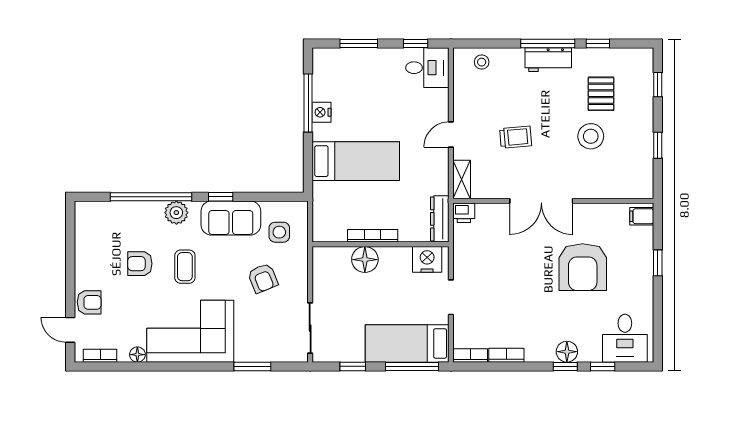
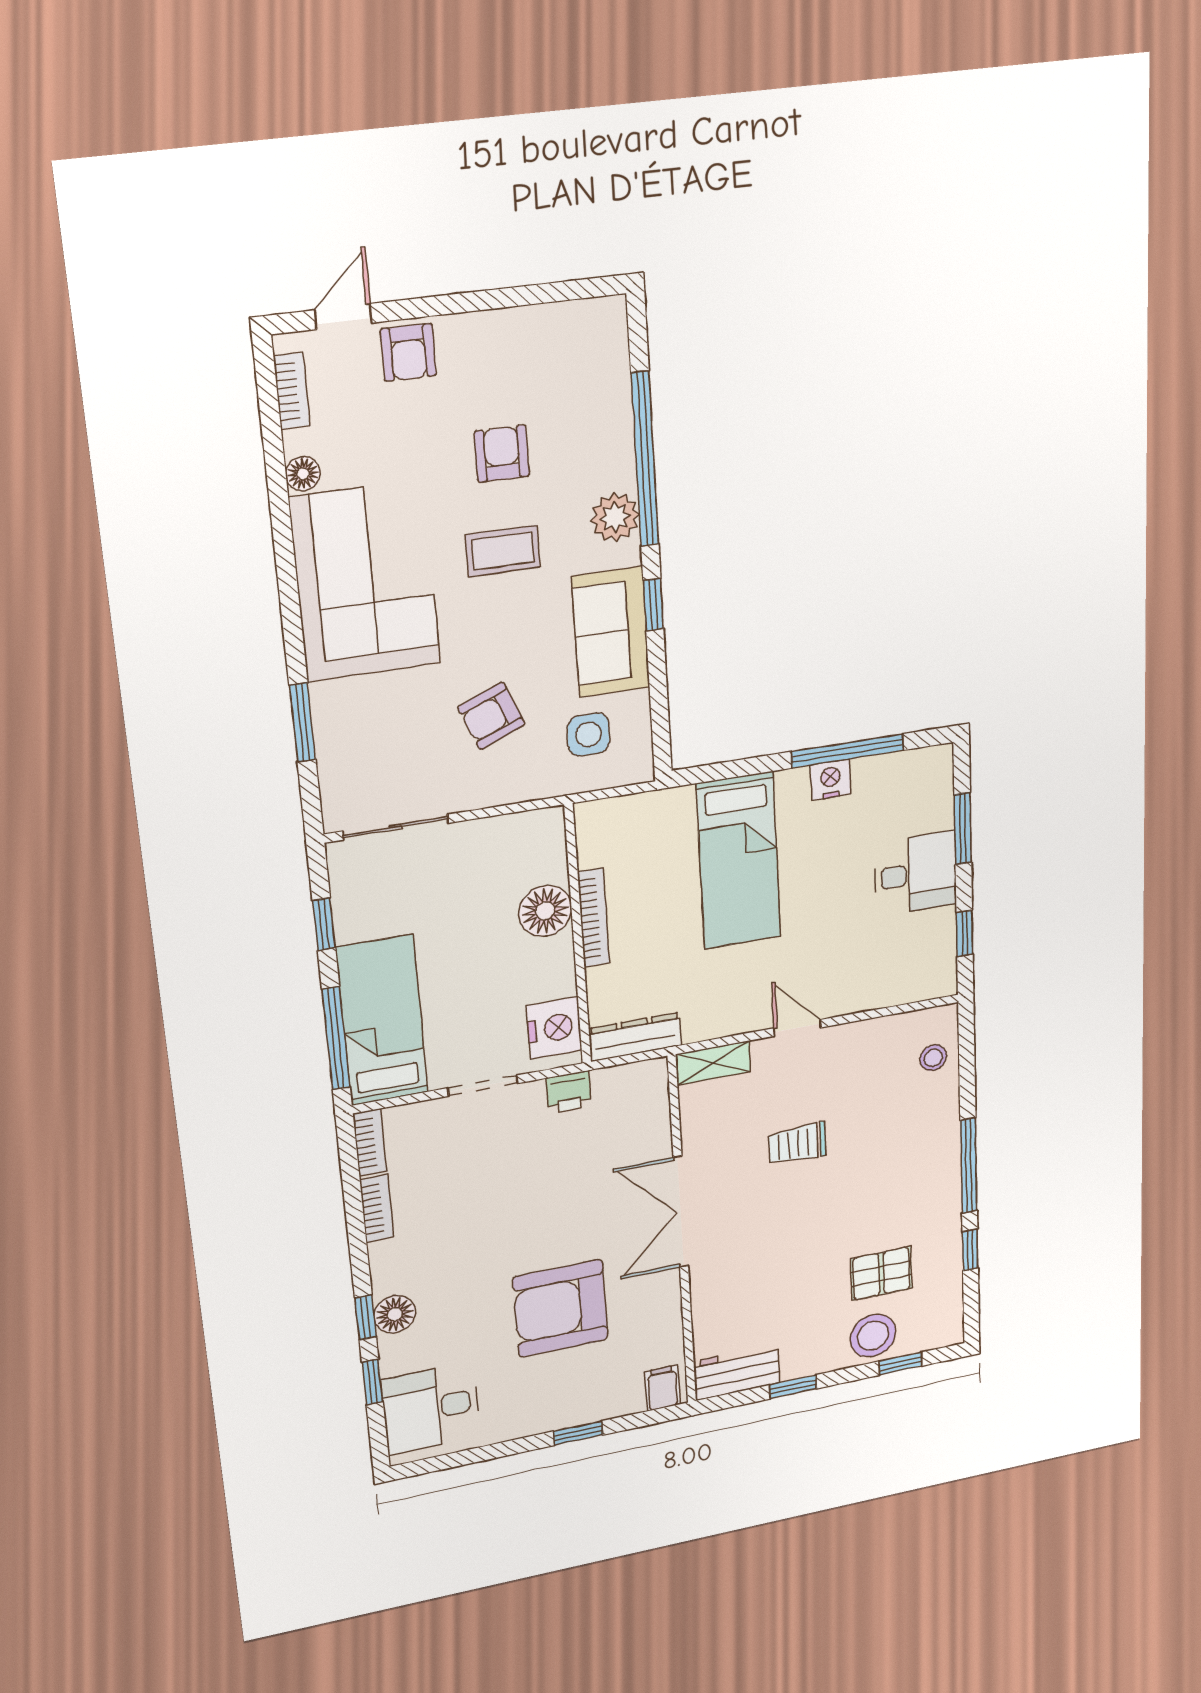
workbench: (548, 60) -> (737, 1372), moved, turned 90
desk: (427, 68) -> (916, 874), moved, turned -90
stool: (591, 136) -> (873, 1336), moved
trolley: (516, 137) -> (797, 1144), turned 95
printer: (464, 213) -> (568, 1092), moved, turned -90

